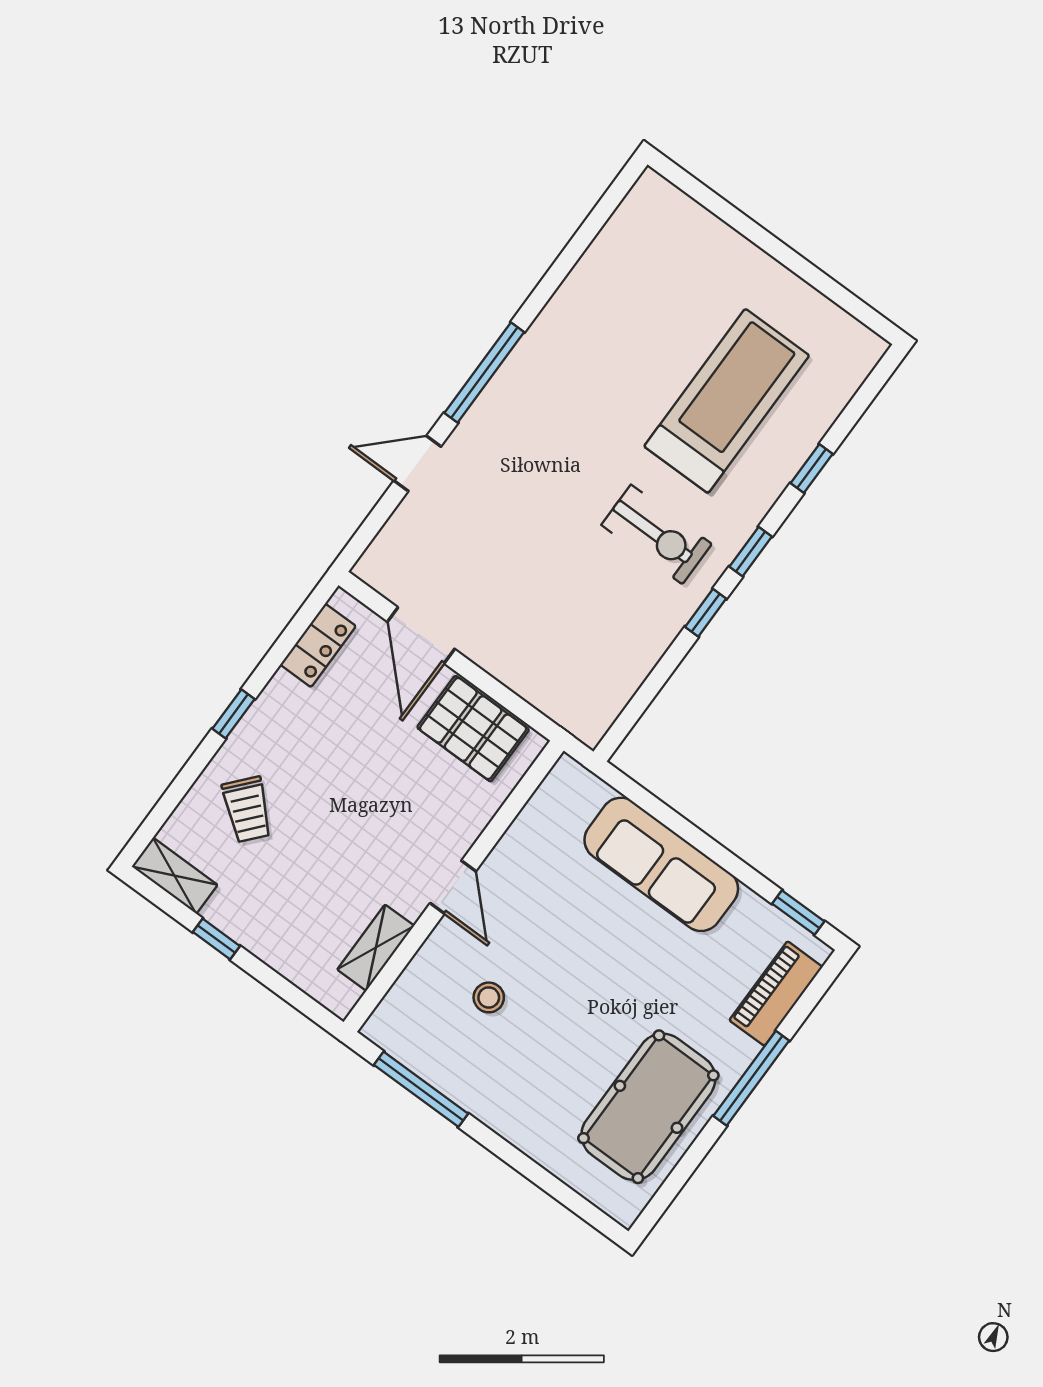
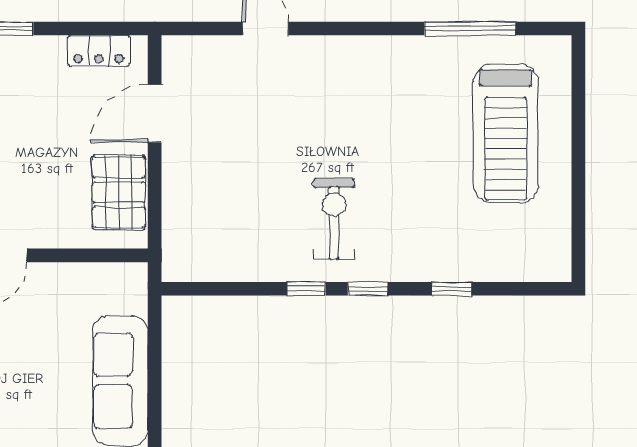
window: (484, 372) -> (470, 28), moved
treadmill: (727, 401) -> (506, 133), moved, turned 90
exercise bike: (657, 534) -> (334, 219), turned 180

